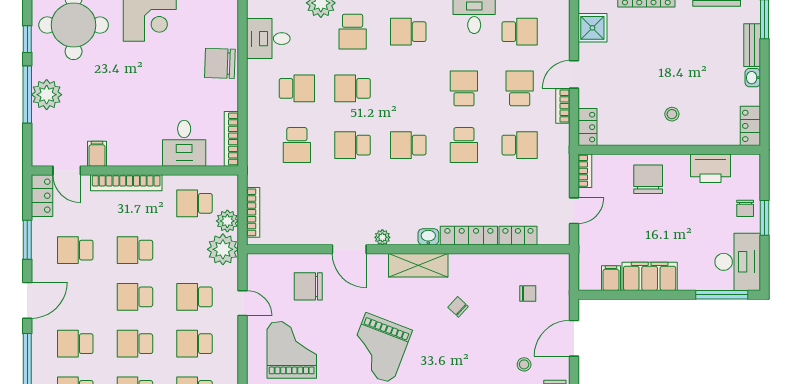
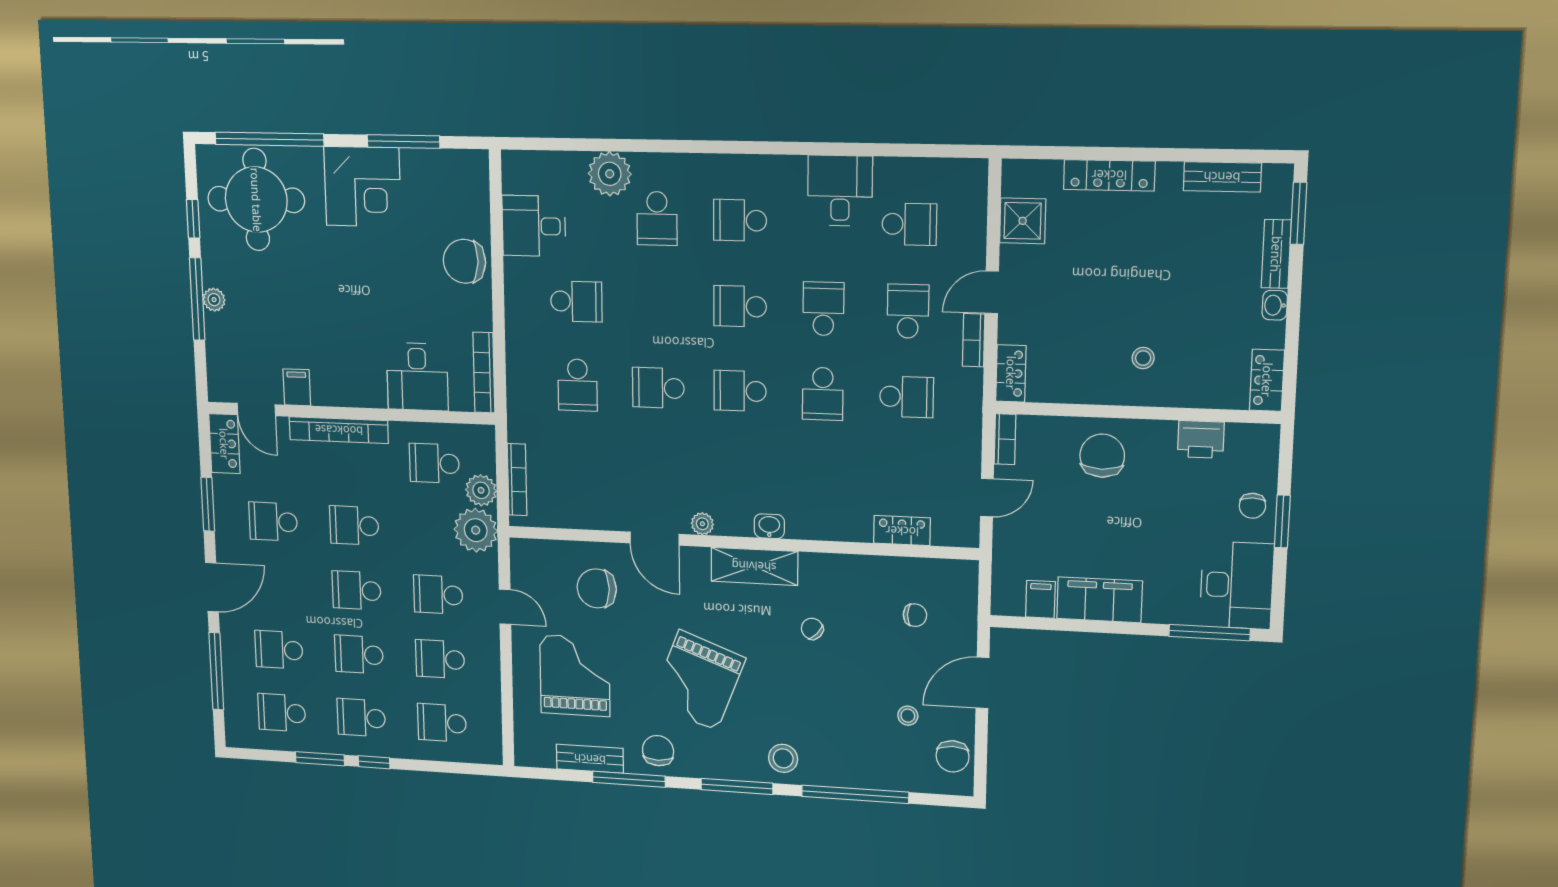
school desk: (353, 88) -> (740, 306), moved
plant: (47, 95) -> (214, 300), width x0.53, depth x0.53
printer: (711, 168) -> (1201, 439), width x0.73, depth x0.84
locker: (469, 236) -> (829, 527), removed

